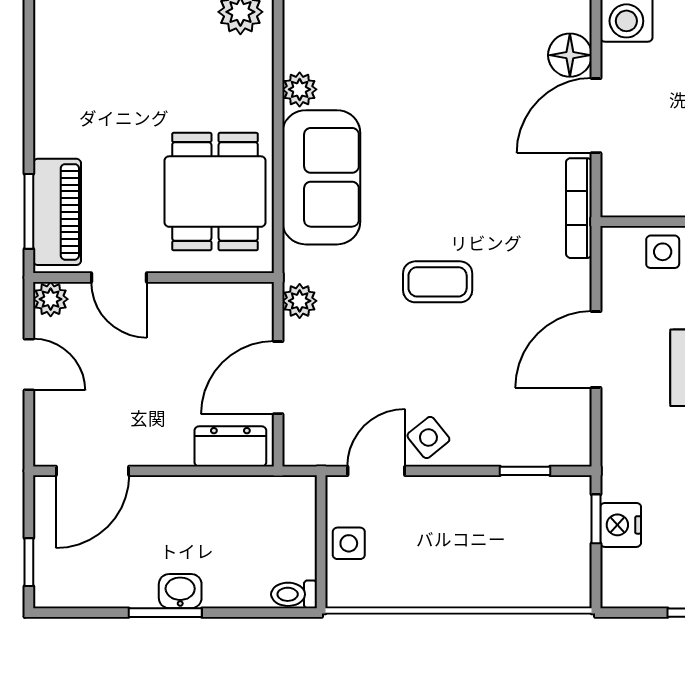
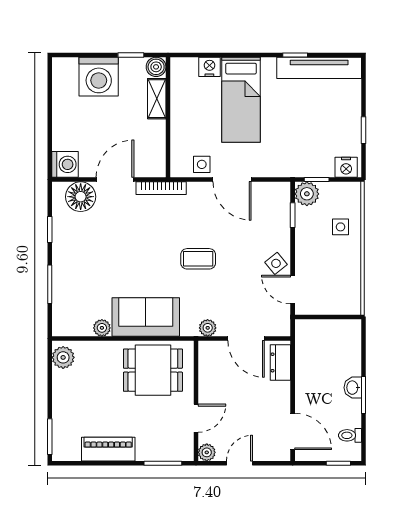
floor lamp: (570, 55) -> (81, 197), width x1.38, depth x1.38
door: (596, 116) -> (115, 180), swing flipped
piano: (57, 212) -> (108, 449), moved
side table: (663, 252) -> (202, 164), moved
coffee table: (438, 282) -> (198, 259), turned 90
plant: (568, 499) -> (307, 194), added
nightstand: (621, 525) -> (346, 167), moved
side table: (349, 543) -> (341, 227), moved
toilet: (294, 594) -> (350, 435), moved, turned 90

